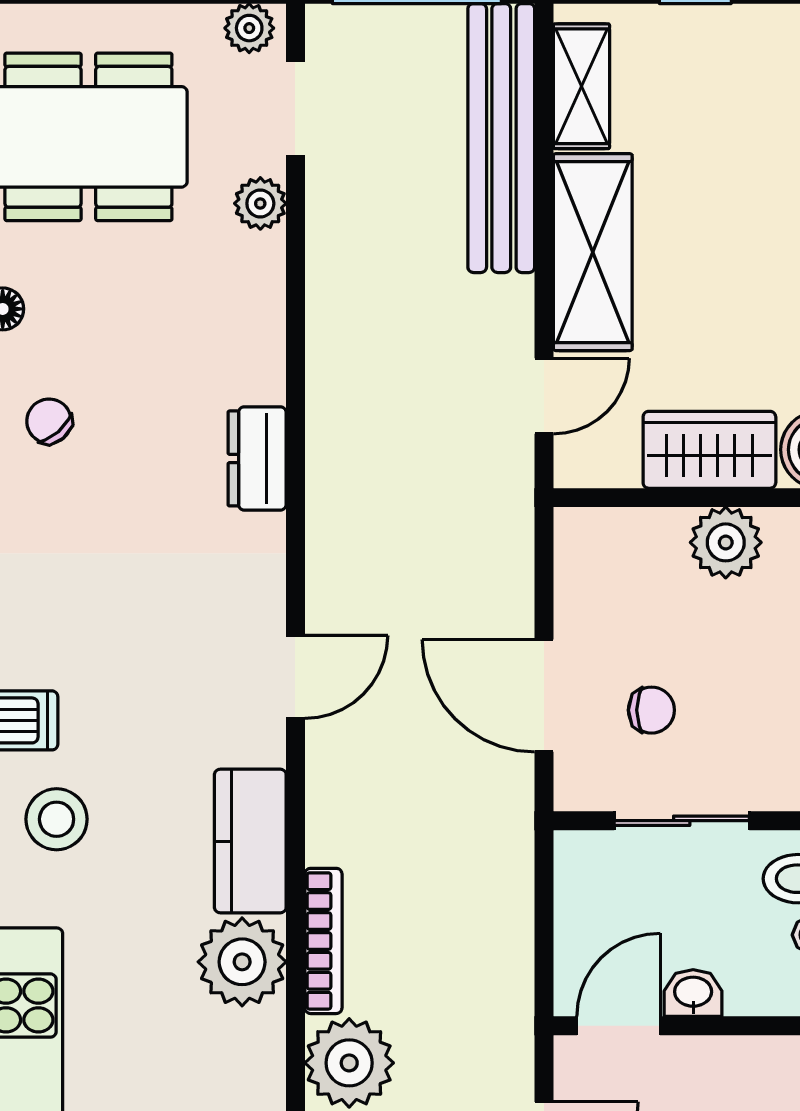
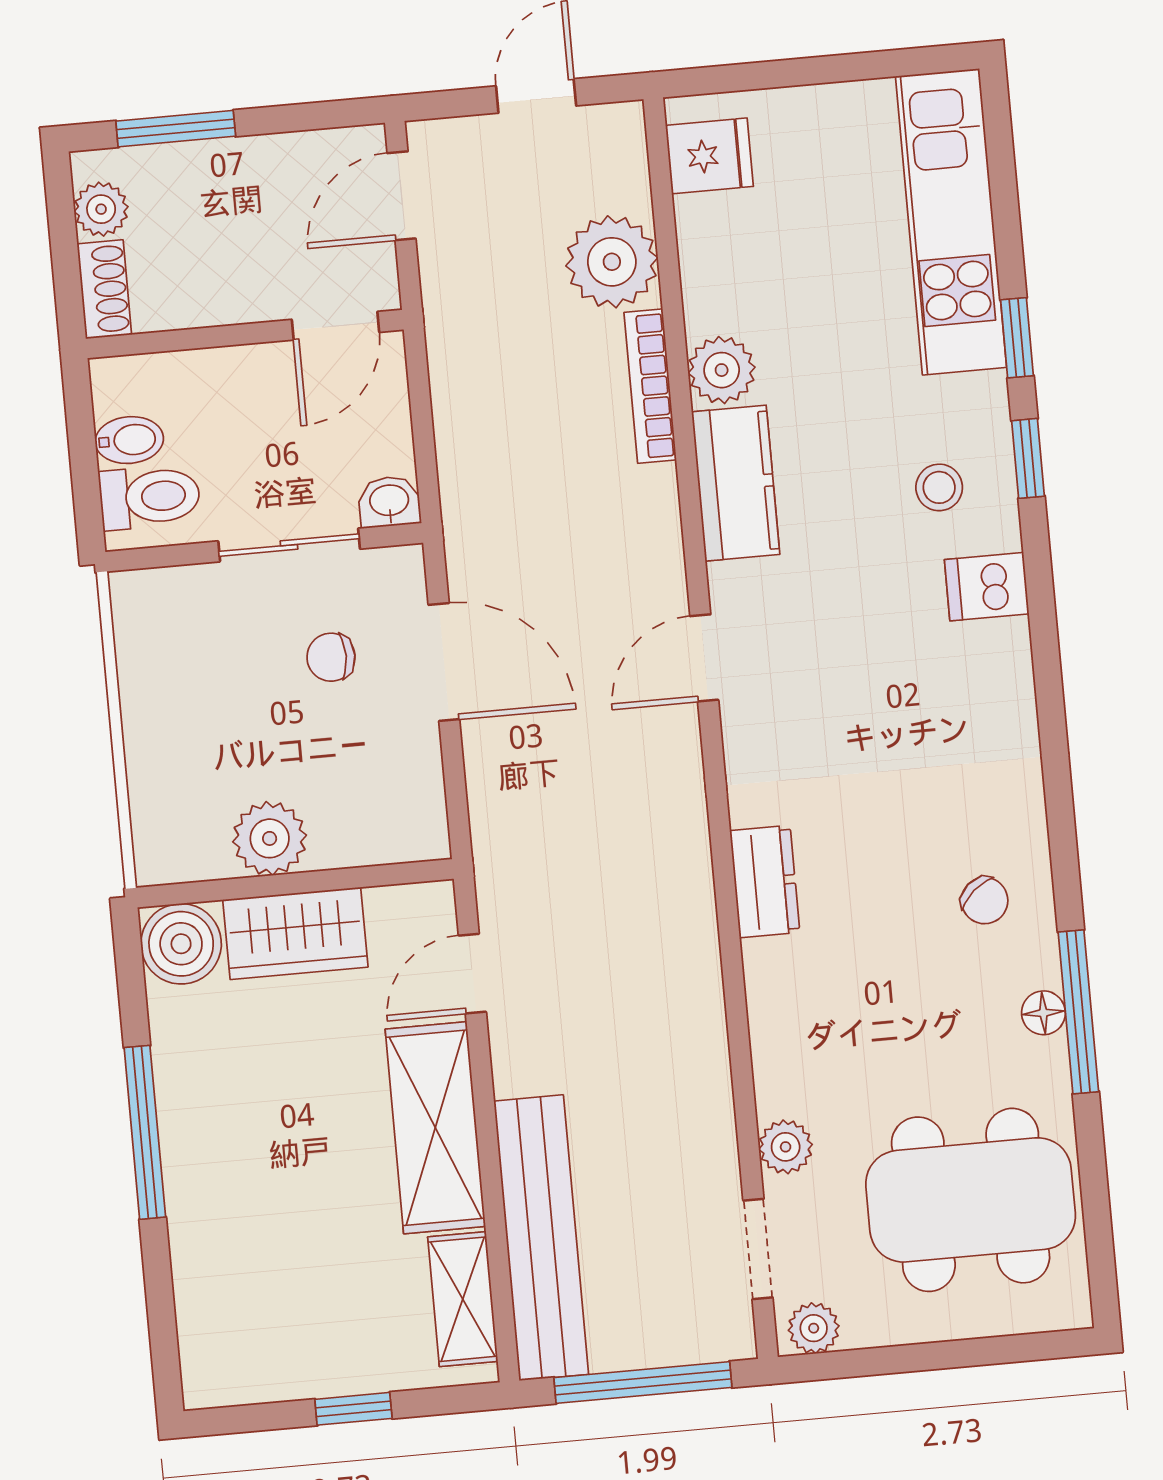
stool: (57, 819) -> (939, 487), width x0.73, depth x0.73
plant: (242, 962) -> (722, 370), width x0.73, depth x0.73
washbasin: (693, 993) -> (389, 502), moved, turned 180

